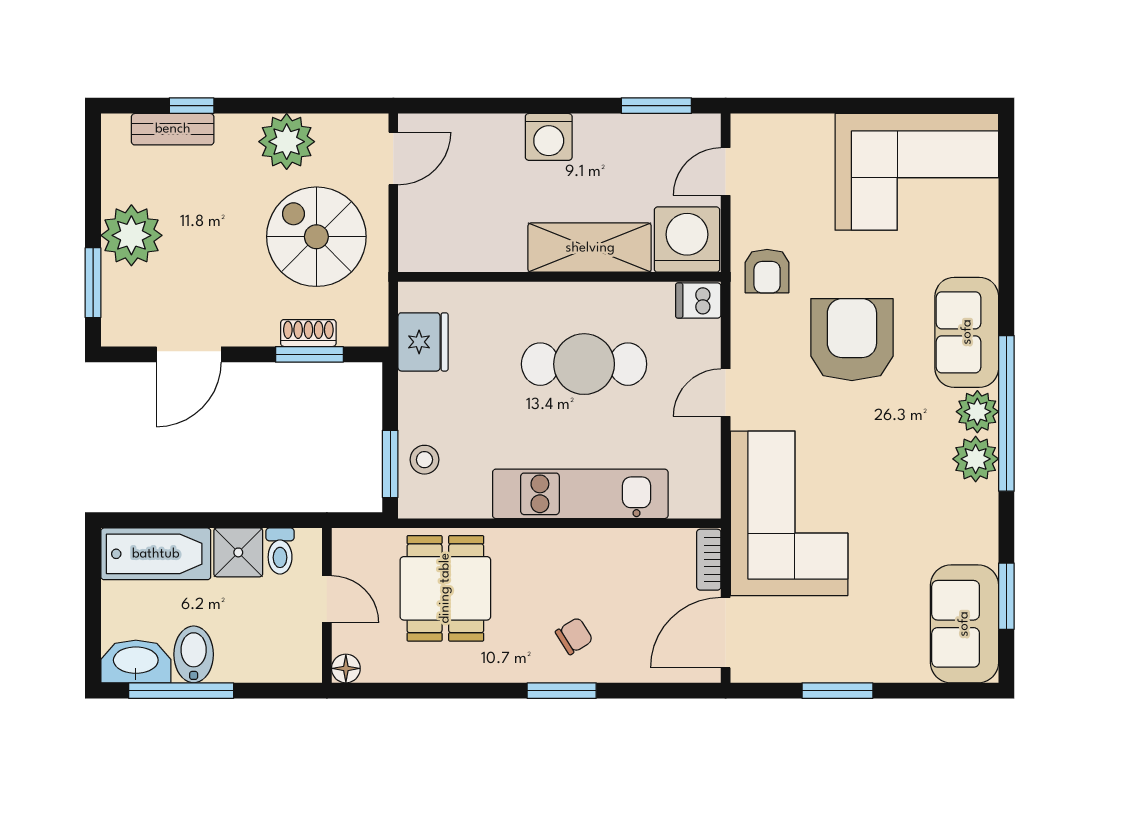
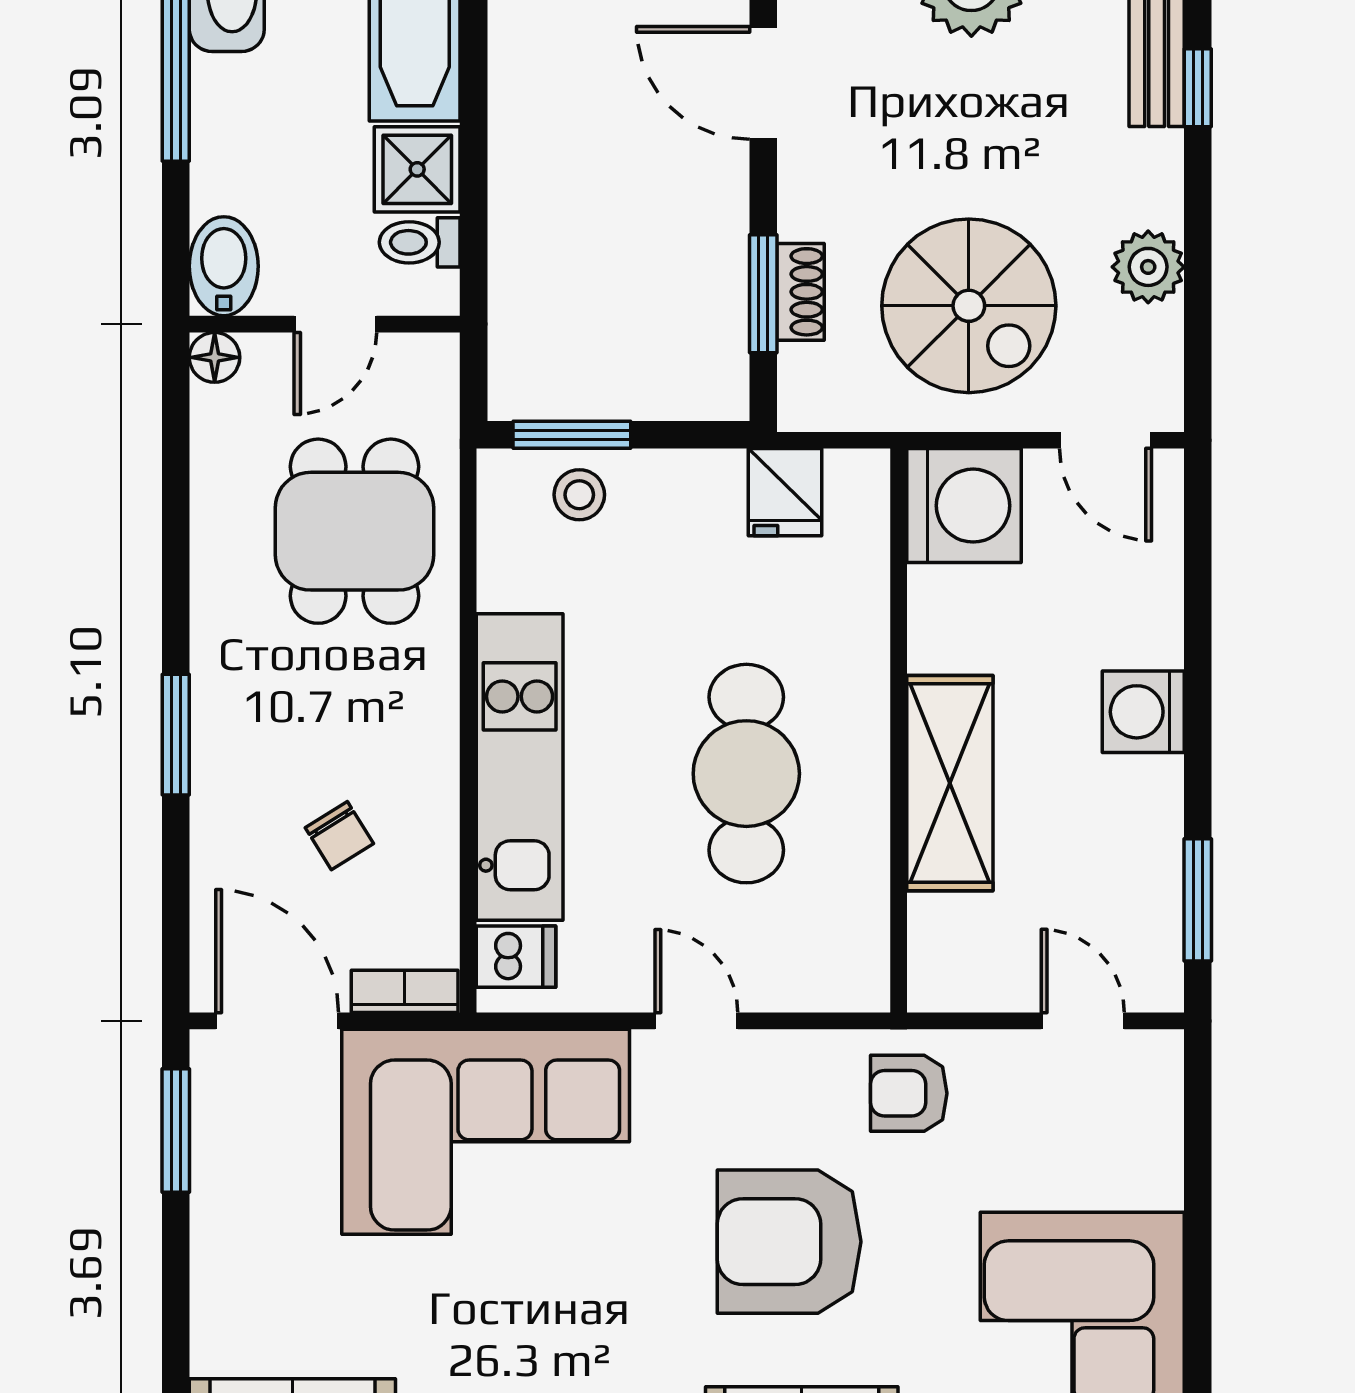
plant: (287, 142) -> (1148, 267), width x0.73, depth x0.73
spiral stairs: (316, 237) -> (969, 306), turned 90
washing machine: (687, 240) -> (964, 506), moved
dishwasher: (698, 300) -> (516, 957), moved, turned 90
armchair: (852, 340) -> (789, 1242), turned 180
fridge: (423, 342) -> (785, 492), width x0.72
dining table: (445, 588) -> (354, 531), turned 90
chair: (574, 636) -> (339, 836), moved
bidet: (194, 654) -> (224, 266), moved, turned -90
window: (837, 691) -> (176, 1130), moved

